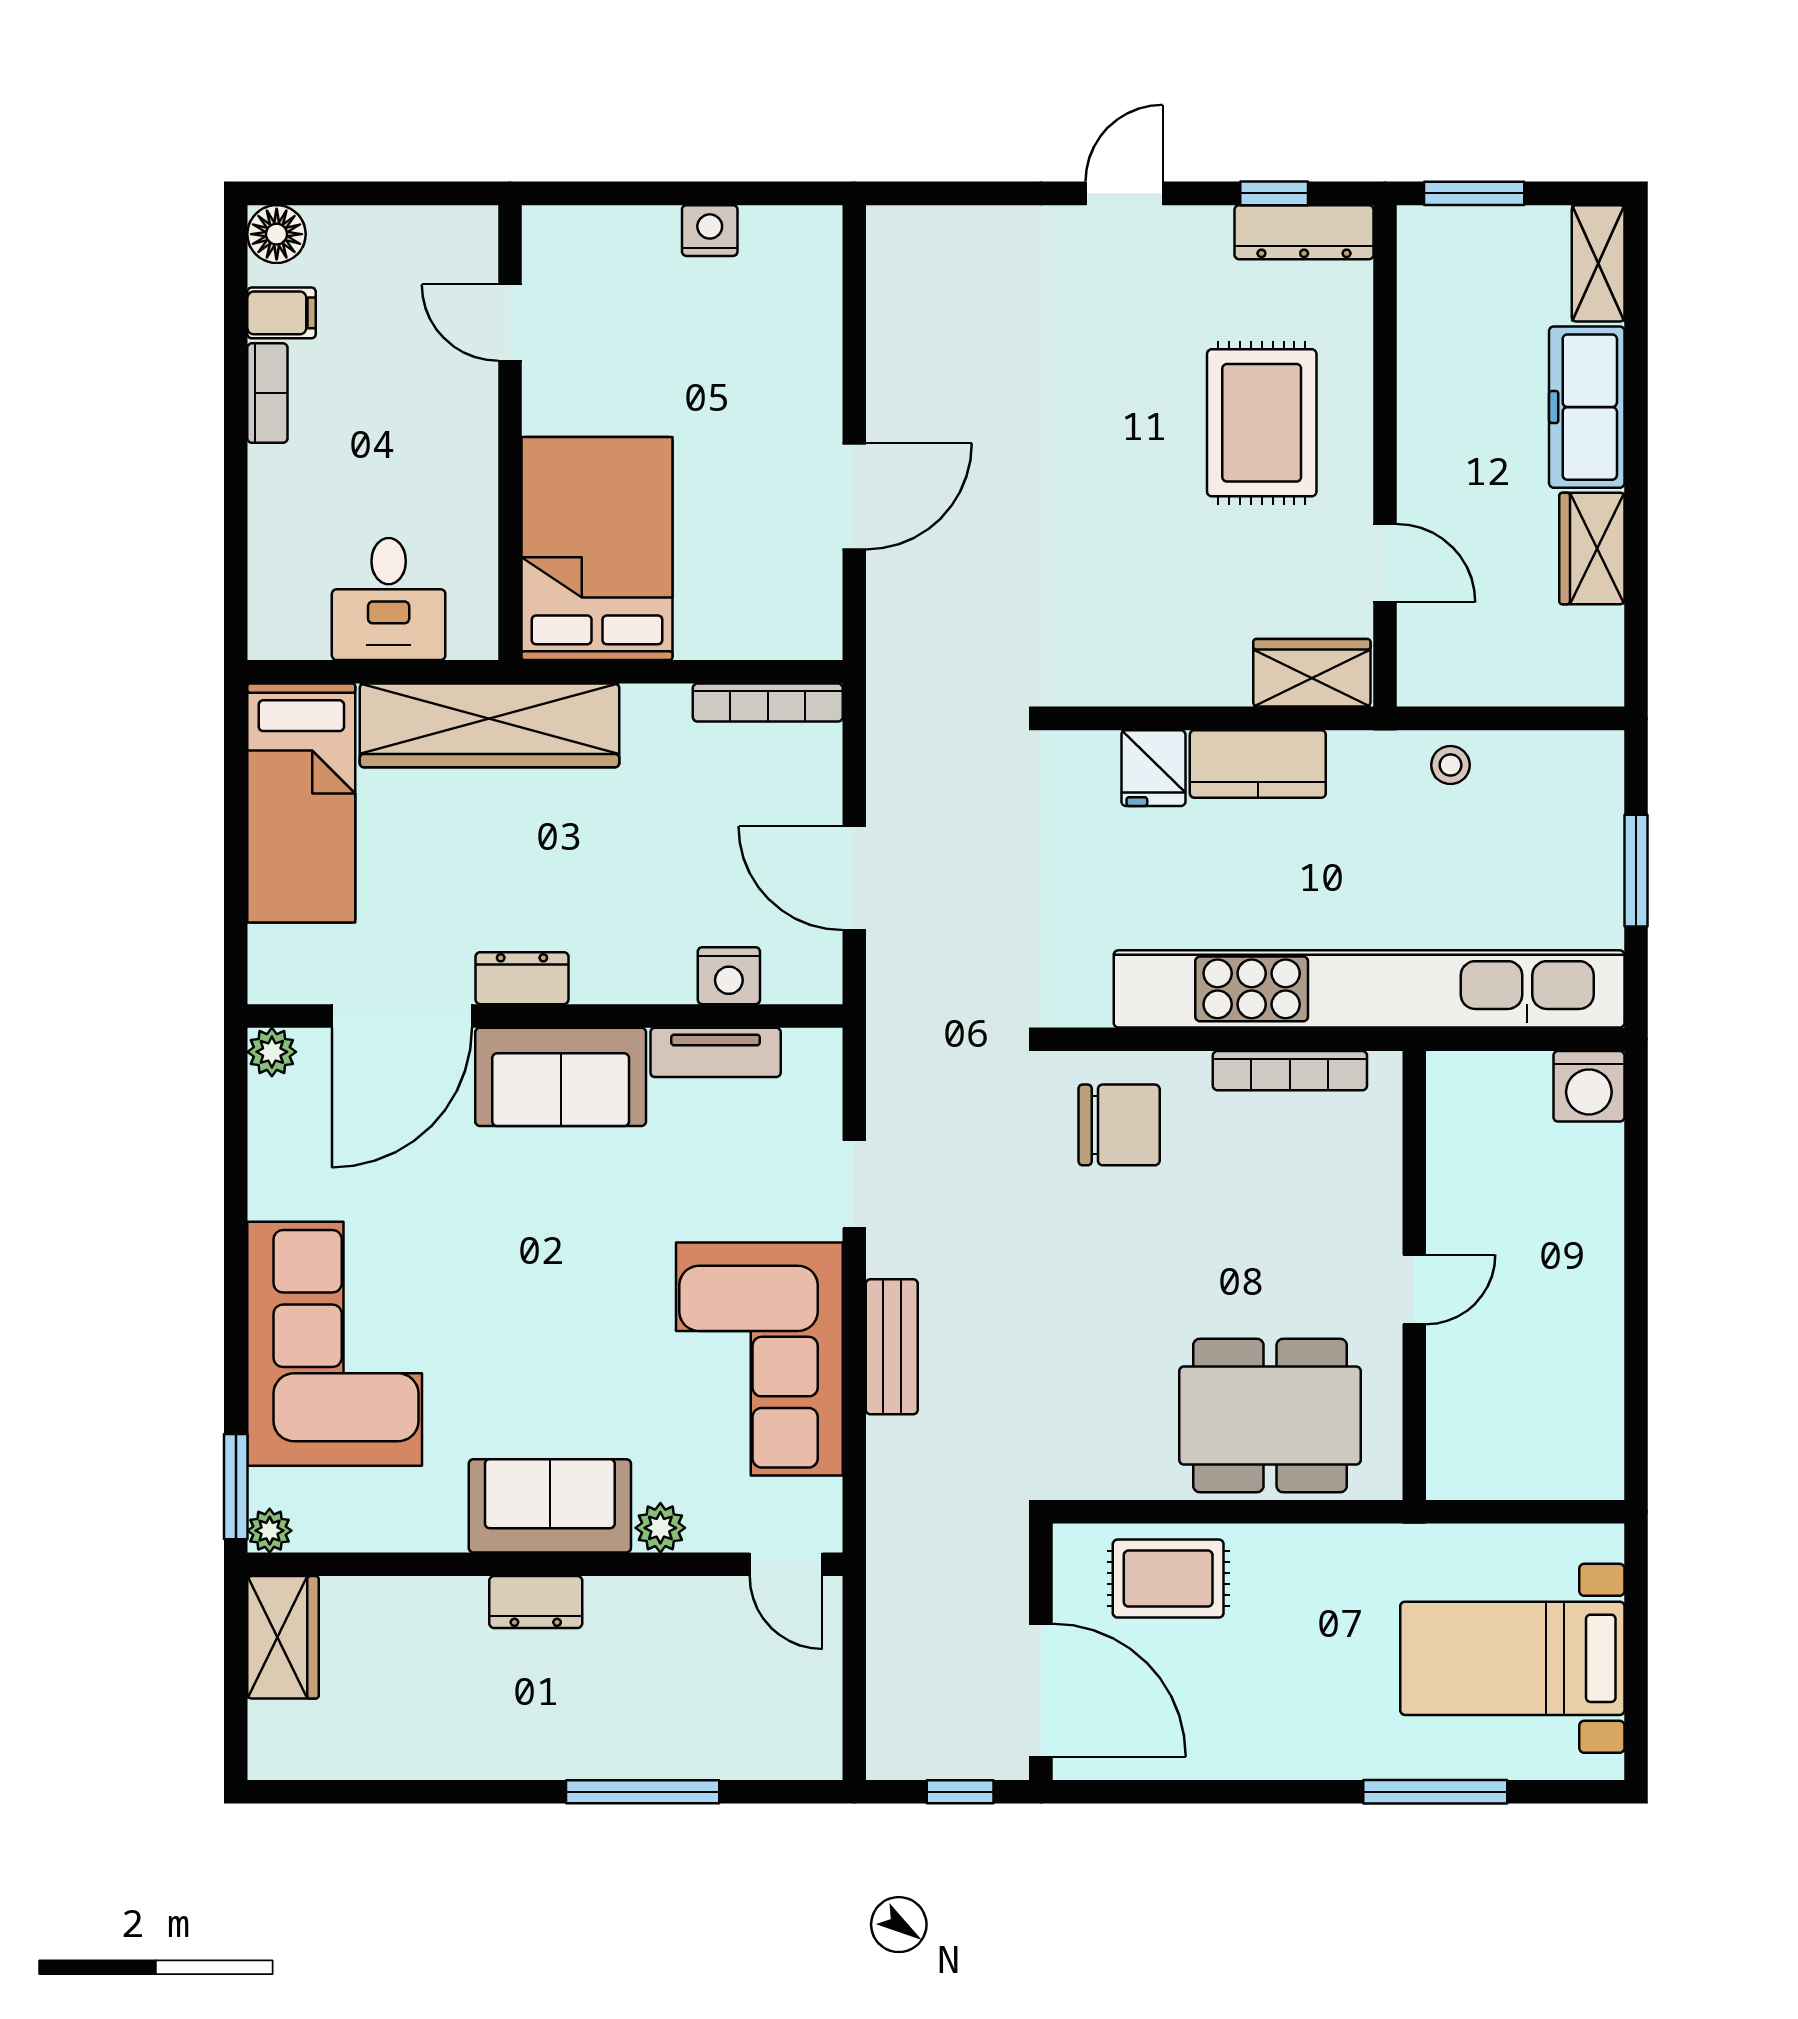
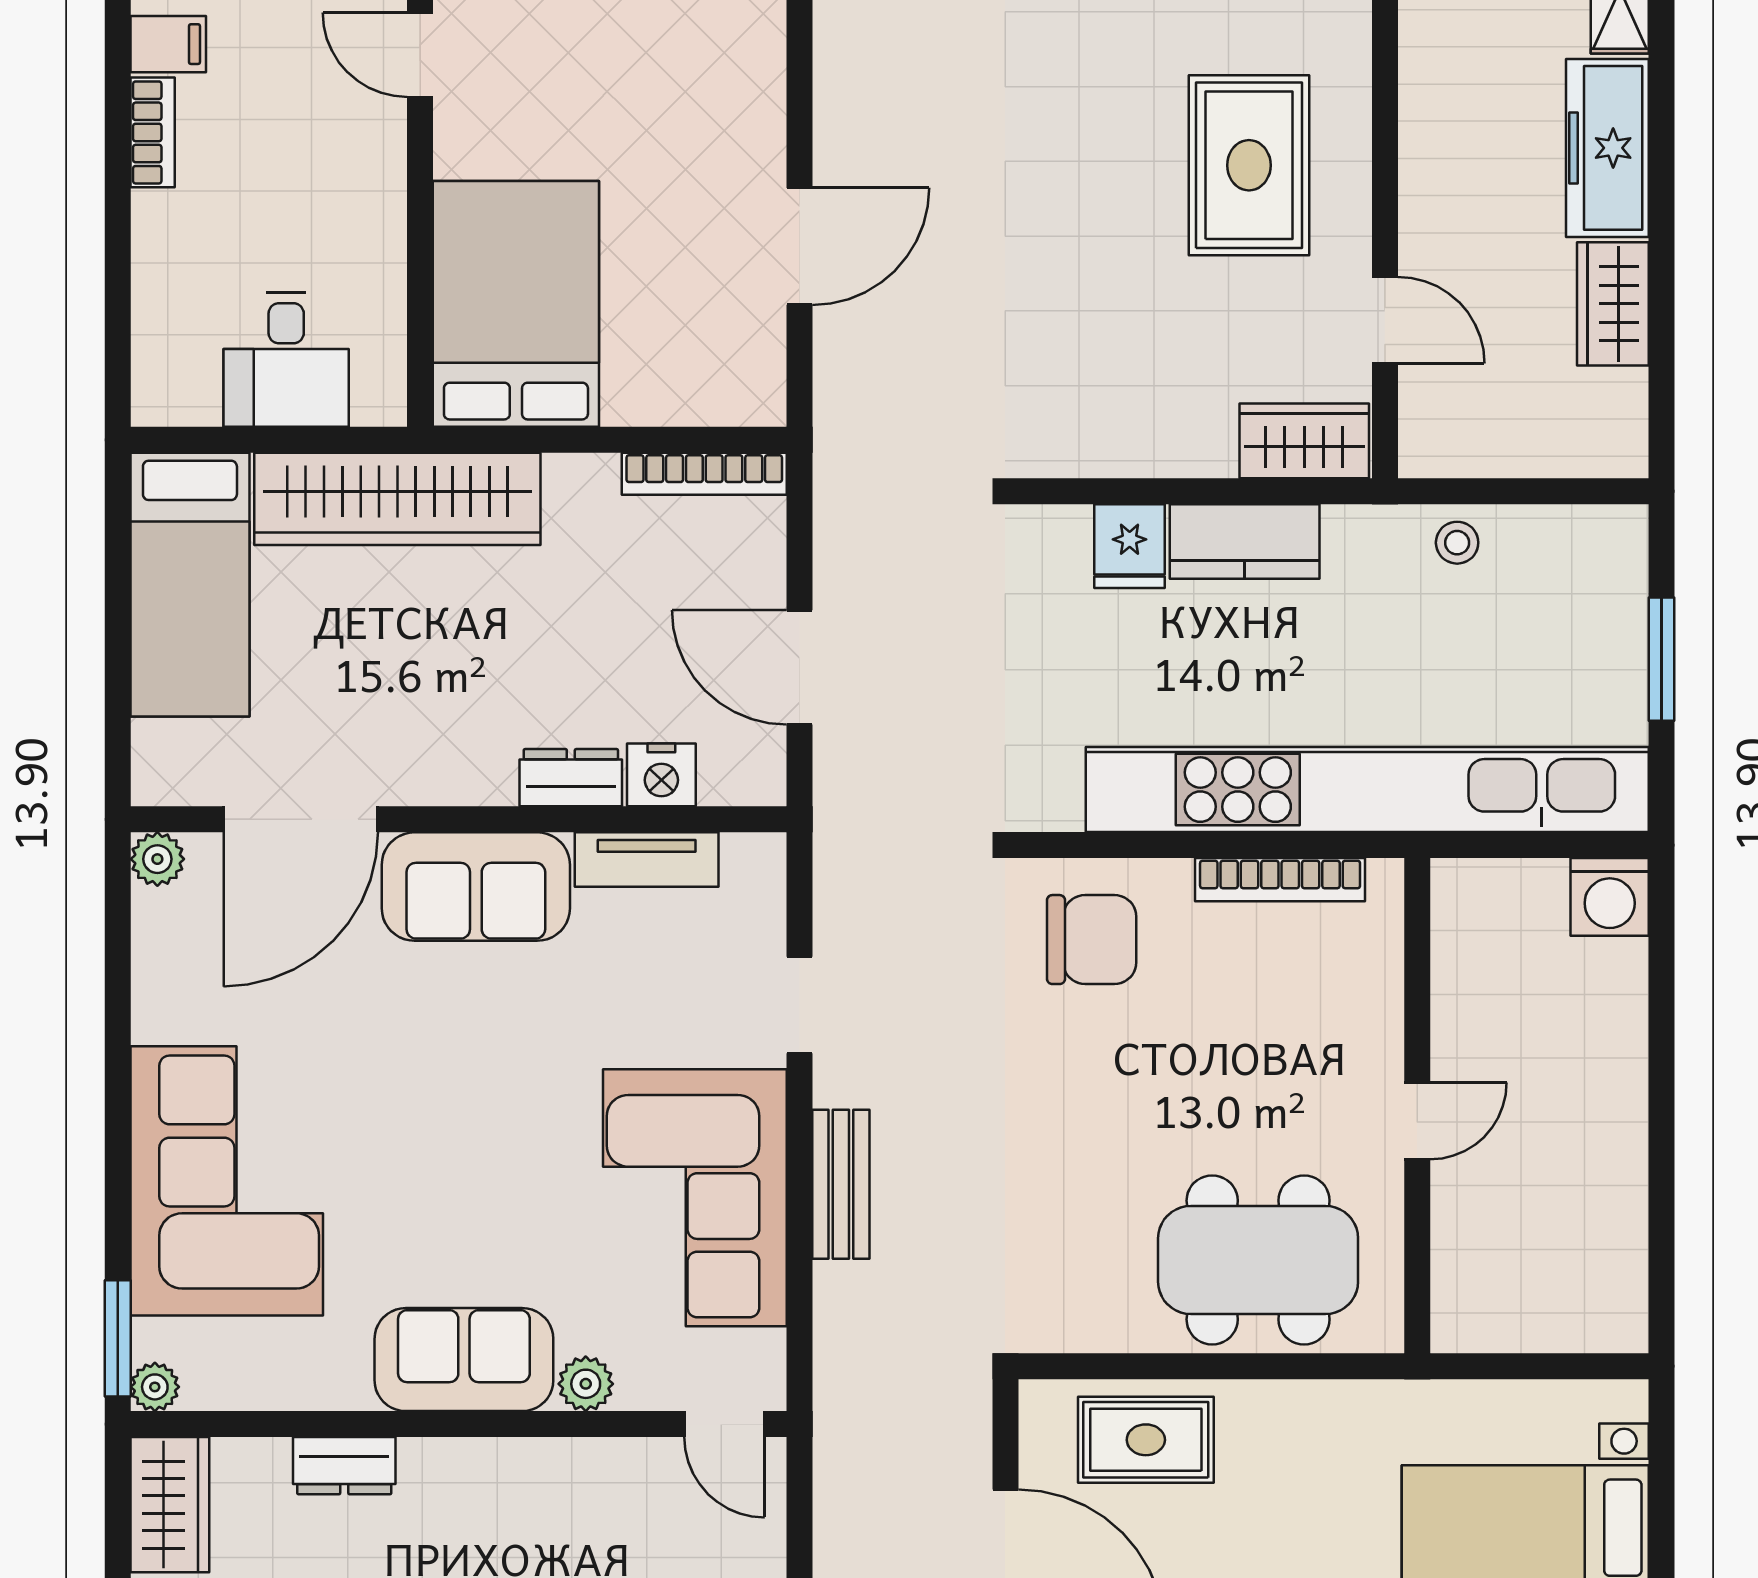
dresser: (522, 978) -> (571, 778), moved
dresser: (536, 1602) -> (344, 1466), moved

